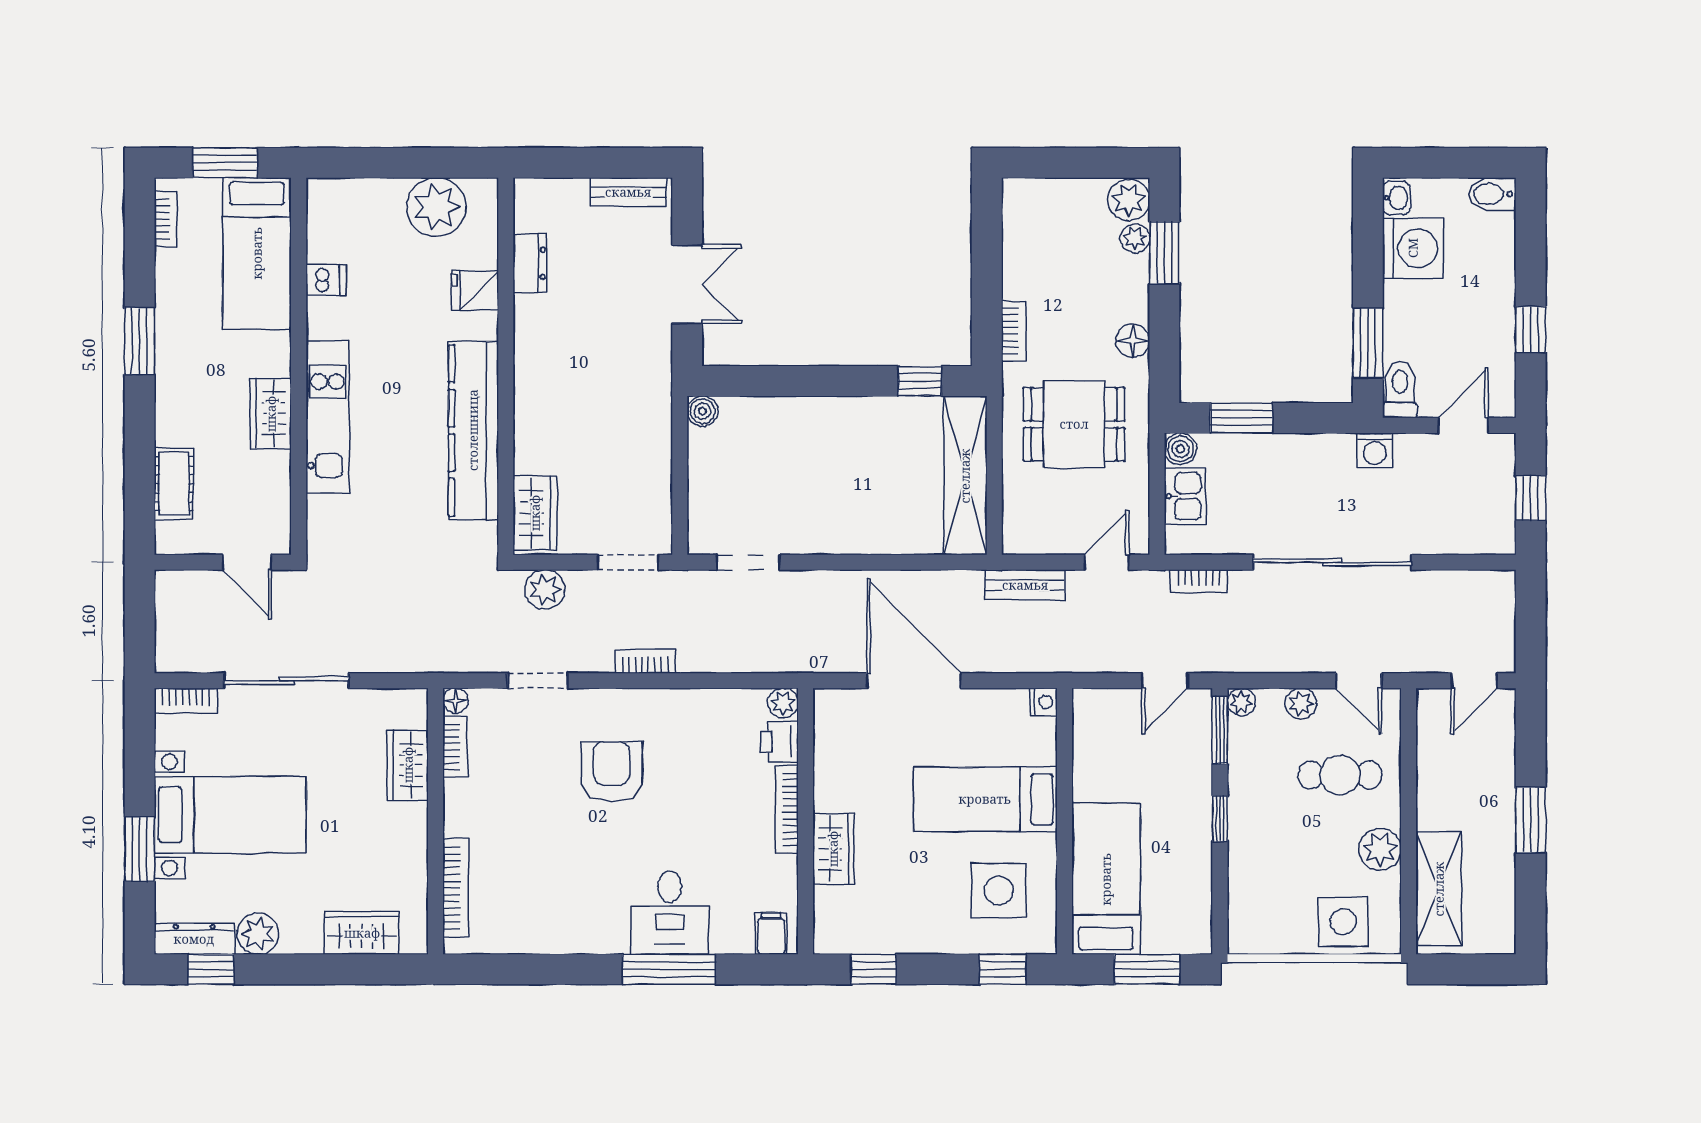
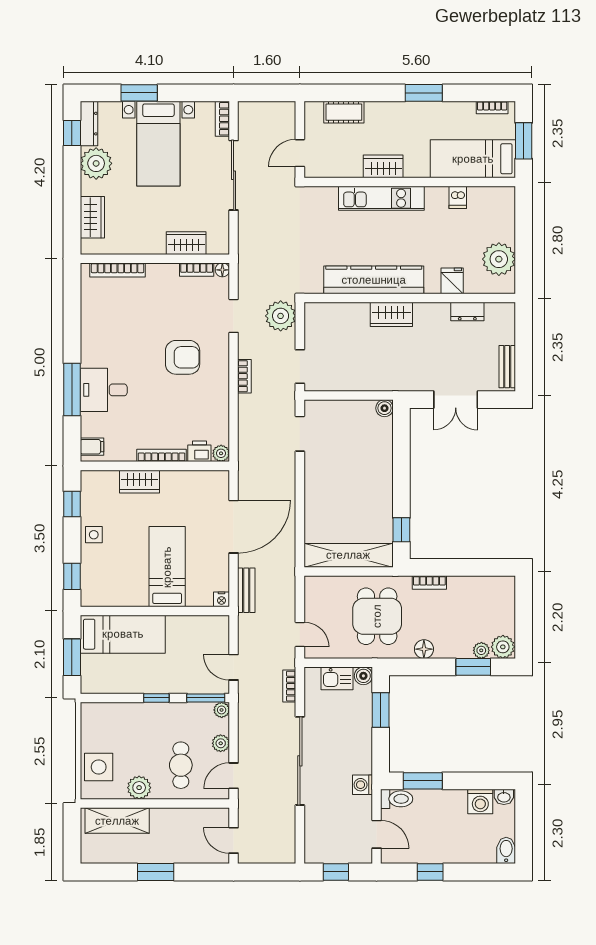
washing machine: (1413, 248) -> (480, 801), width x0.73, depth x0.73
wardrobe: (535, 513) -> (391, 314), moved
bench: (1025, 585) -> (246, 590), moved
plant: (545, 590) -> (281, 316), width x1.36, depth x1.36
side table: (999, 891) -> (94, 535), moved, width x0.54, depth x0.54
plant: (258, 934) -> (96, 163), width x1.36, depth x1.36

